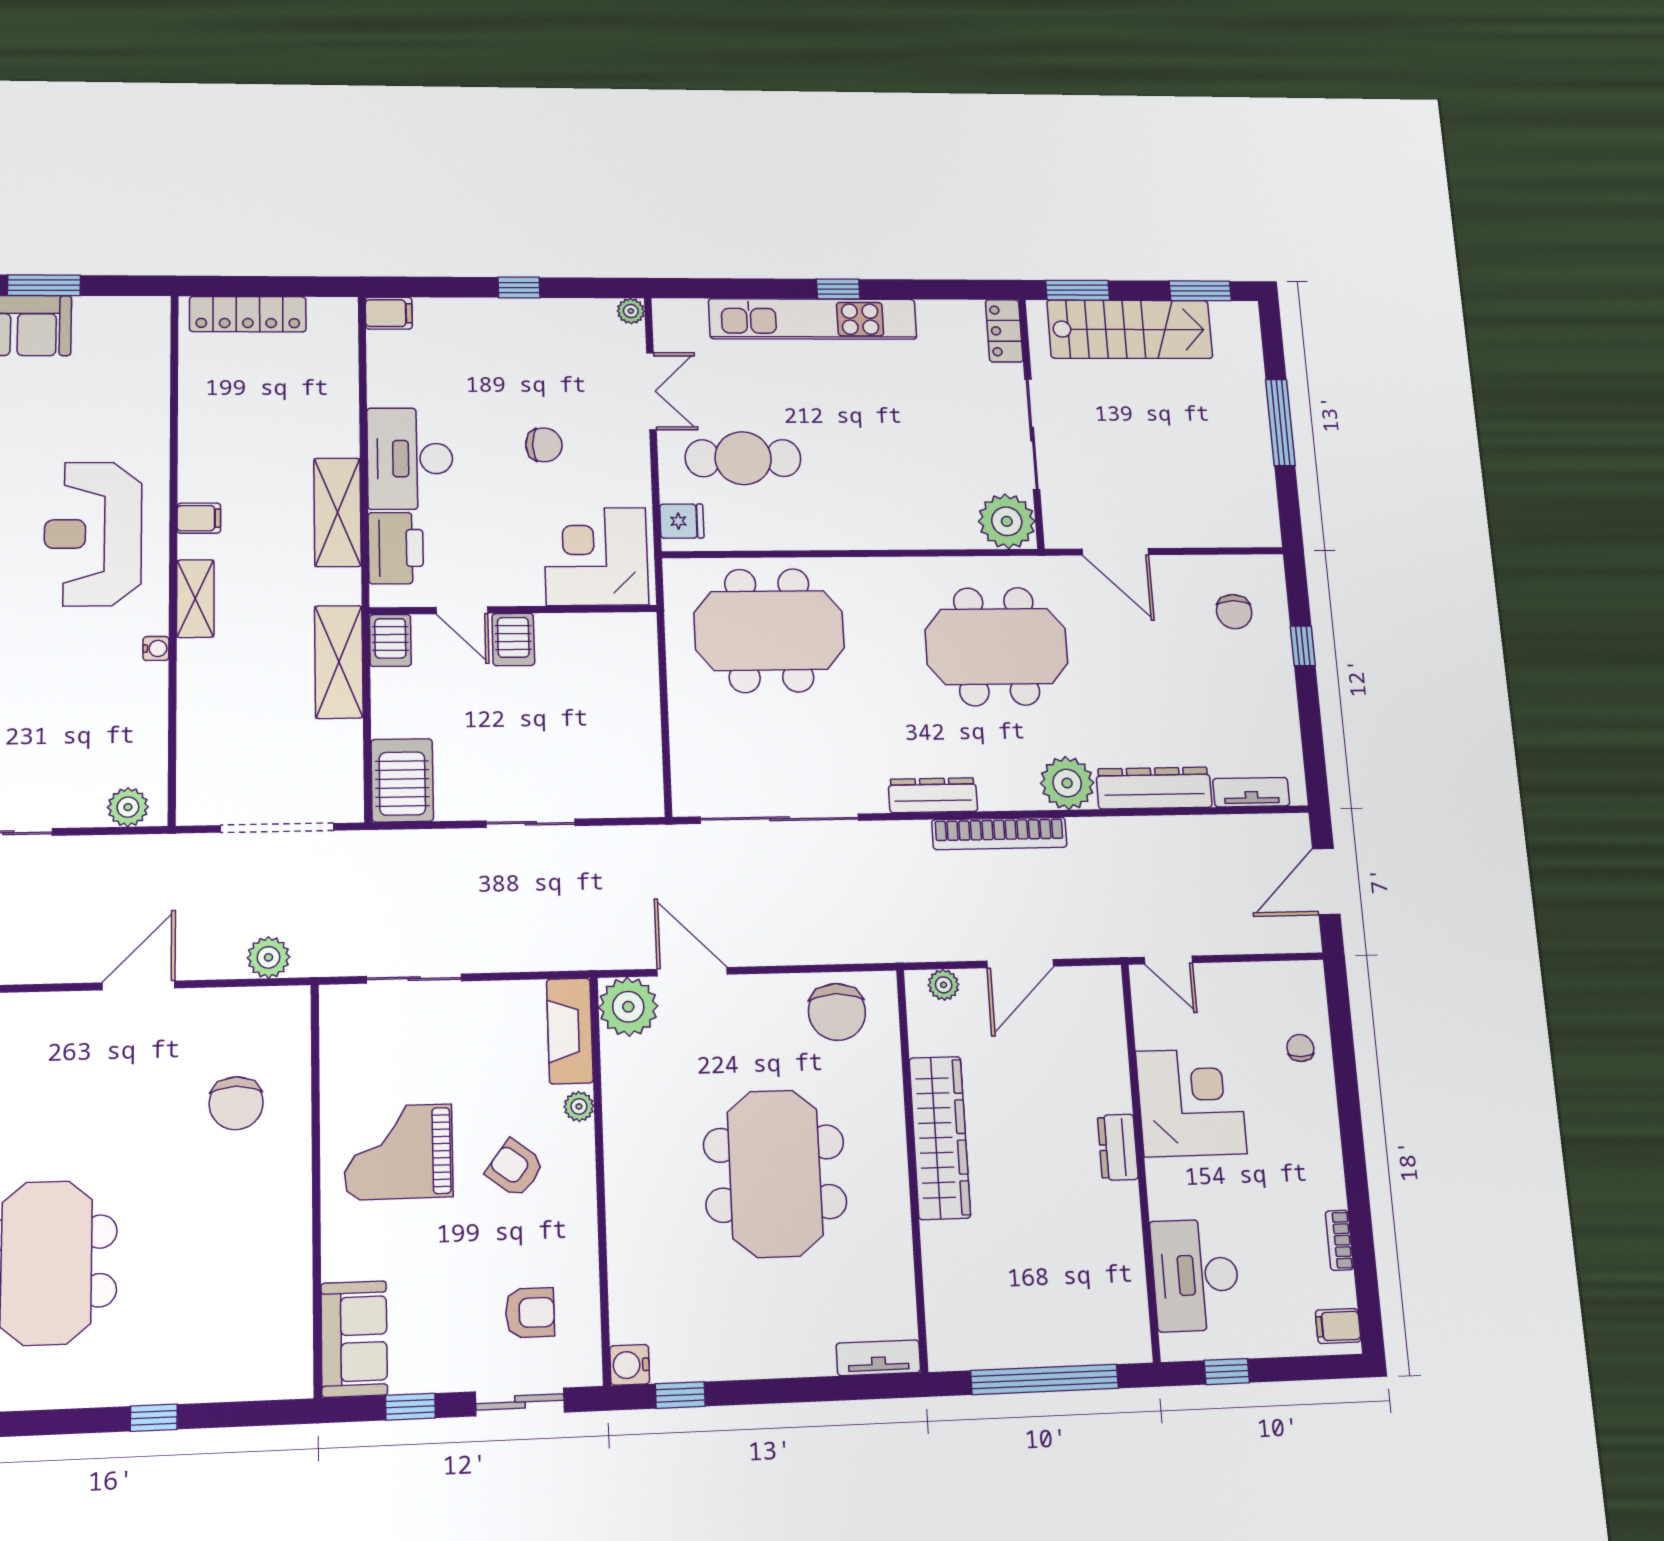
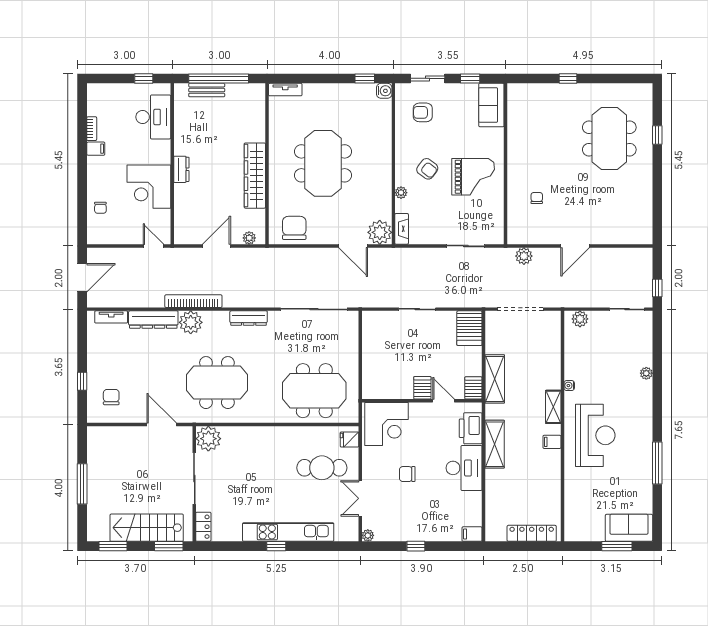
bookcase: (999, 833) -> (193, 301), moved
fireplace: (570, 1031) -> (402, 229), width x0.73, depth x0.76
chair: (236, 1103) -> (537, 198), width x0.54, depth x0.54
filing cabinet: (1338, 1326) -> (96, 149), moved
bench: (1072, 1348) -> (207, 90), added

